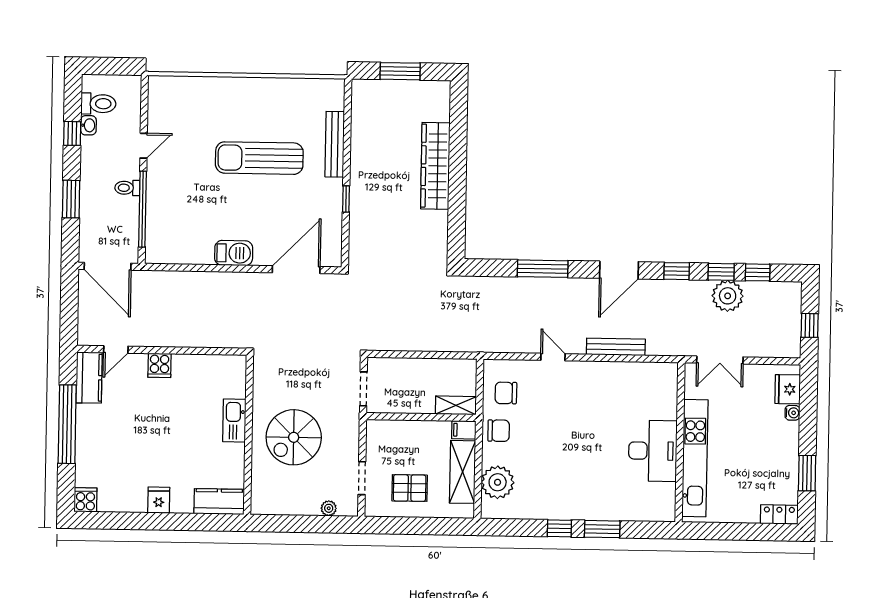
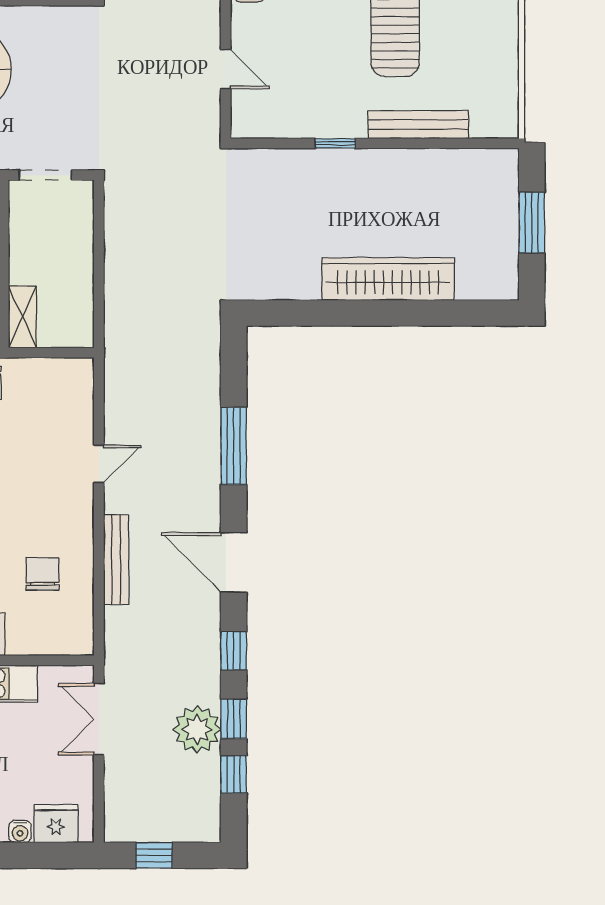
door: (296, 270) -> (226, 69), width x0.53
chair: (506, 393) -> (43, 574), moved

